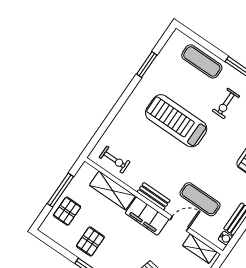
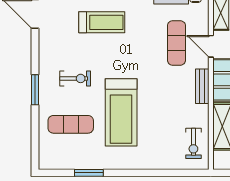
exercise mat: (202, 61) -> (71, 124), moved, turned 90
exercise bike: (115, 160) -> (193, 143), turned 180

